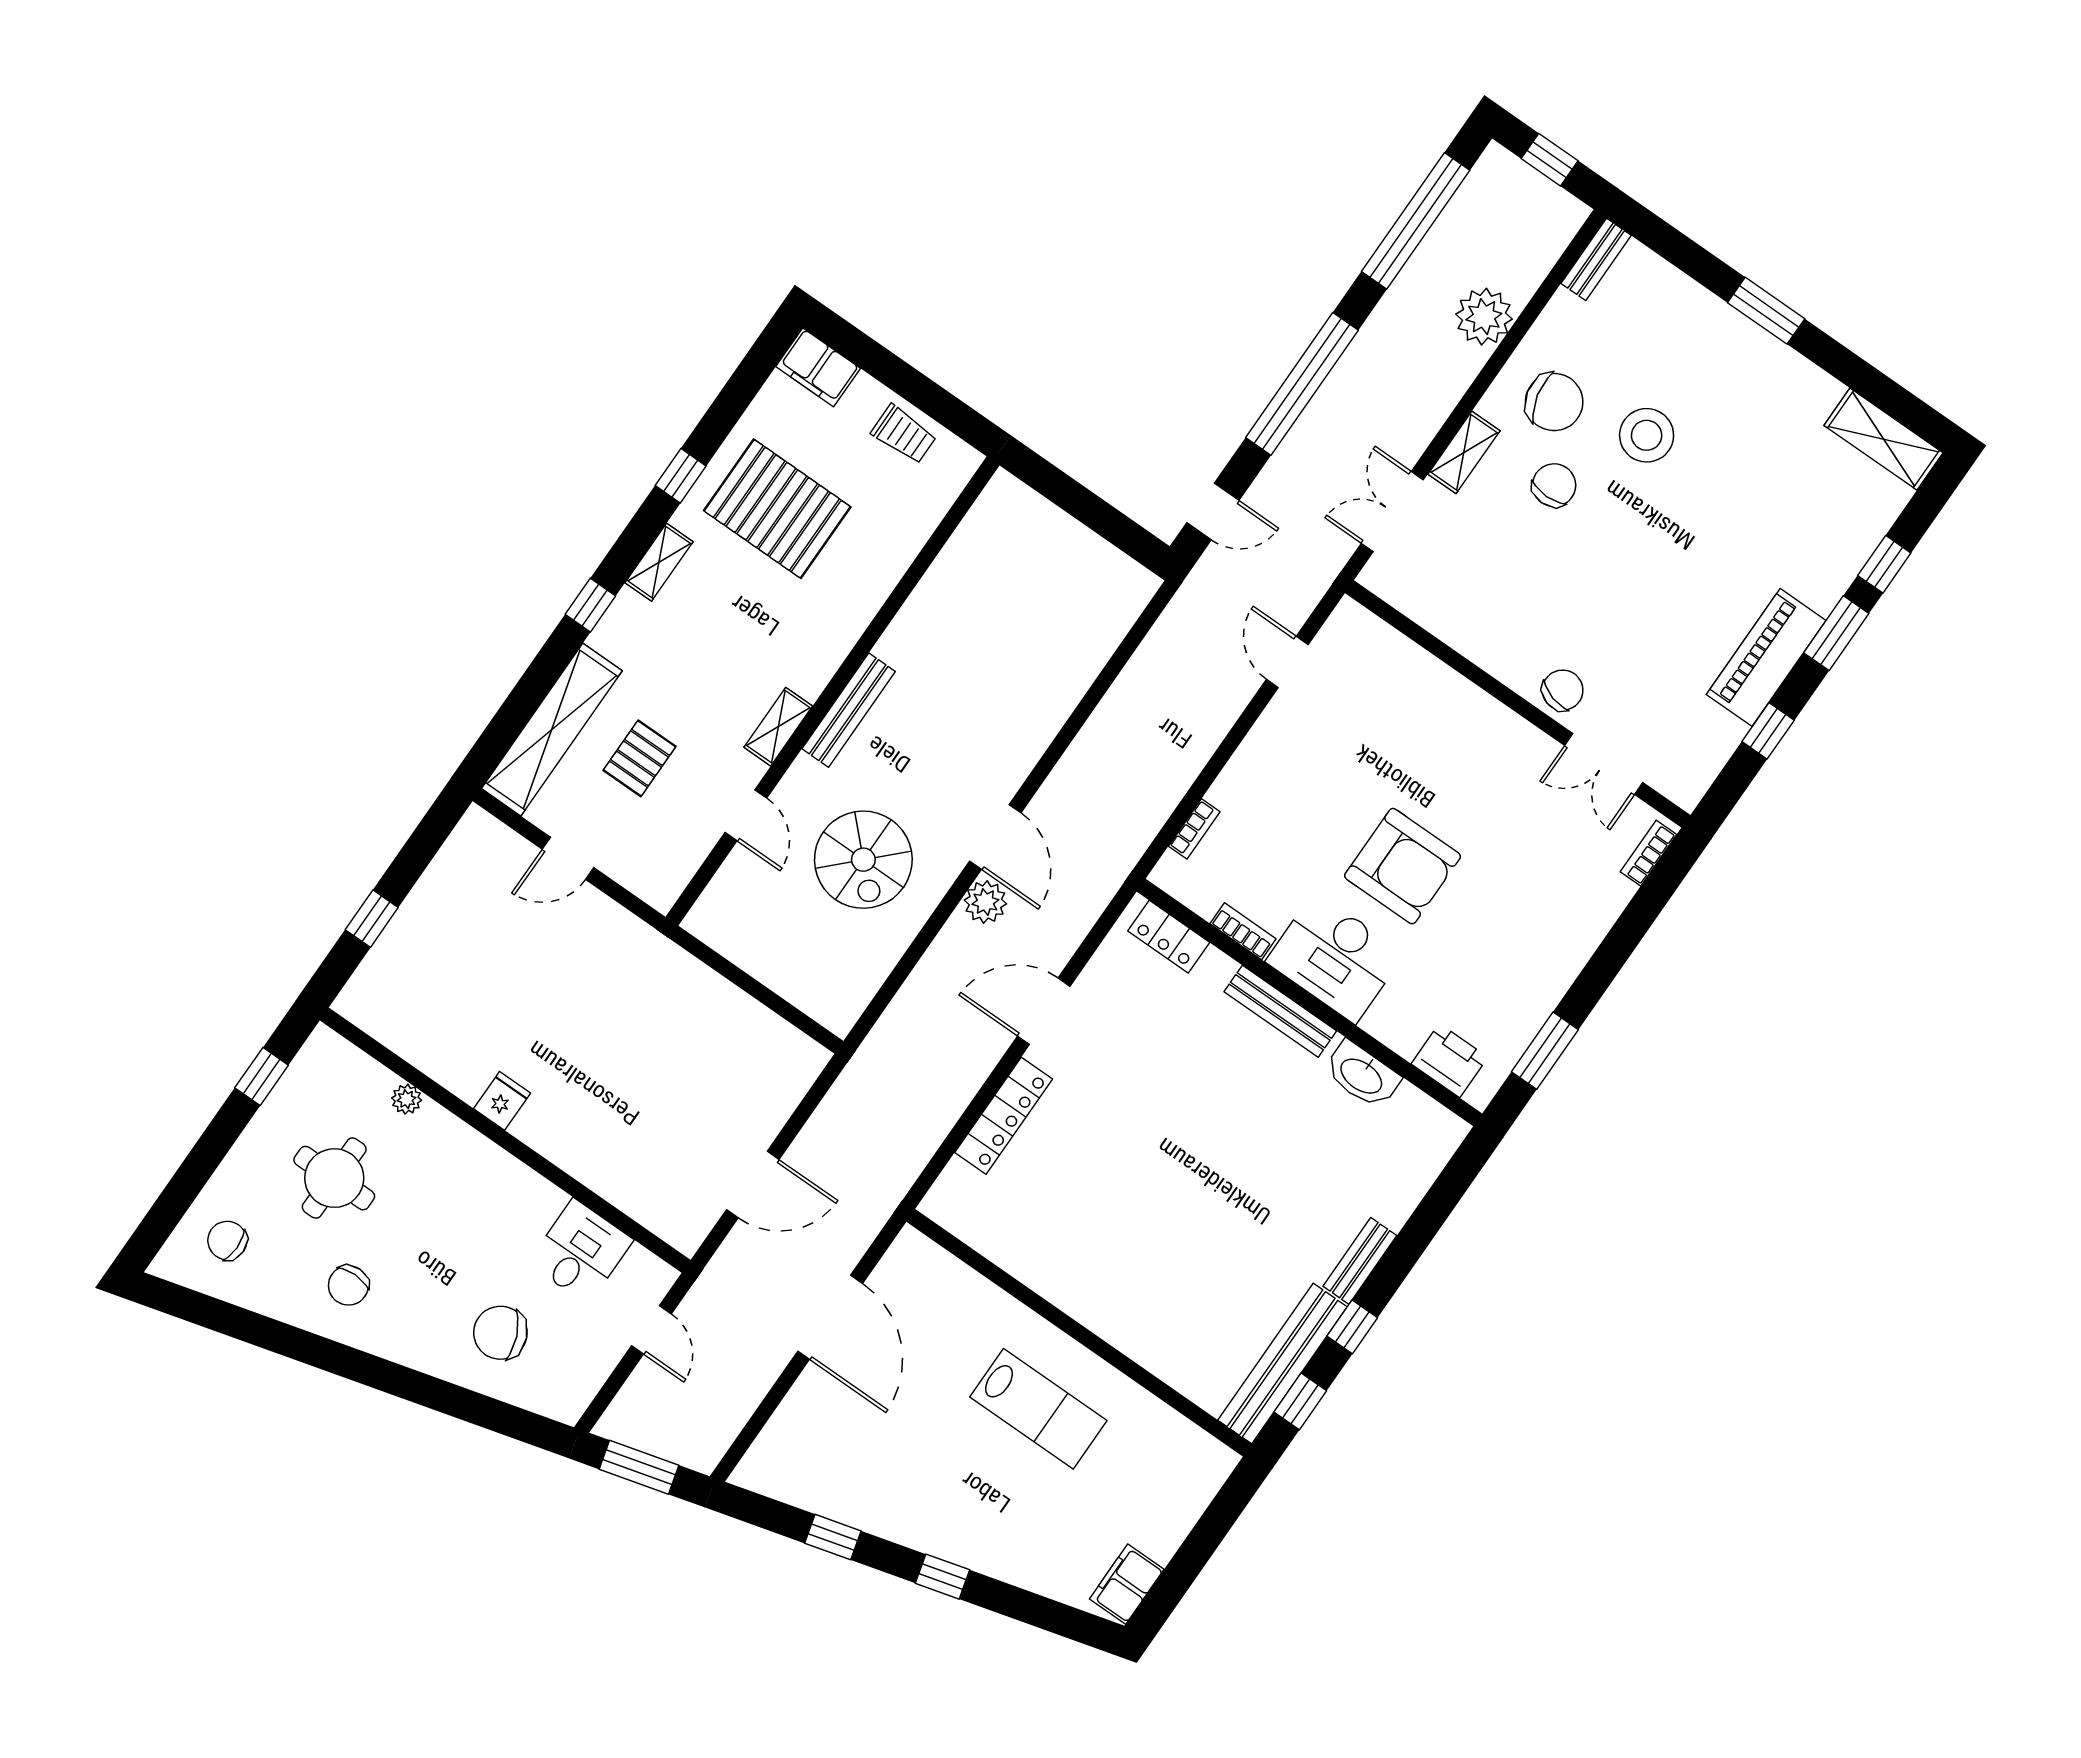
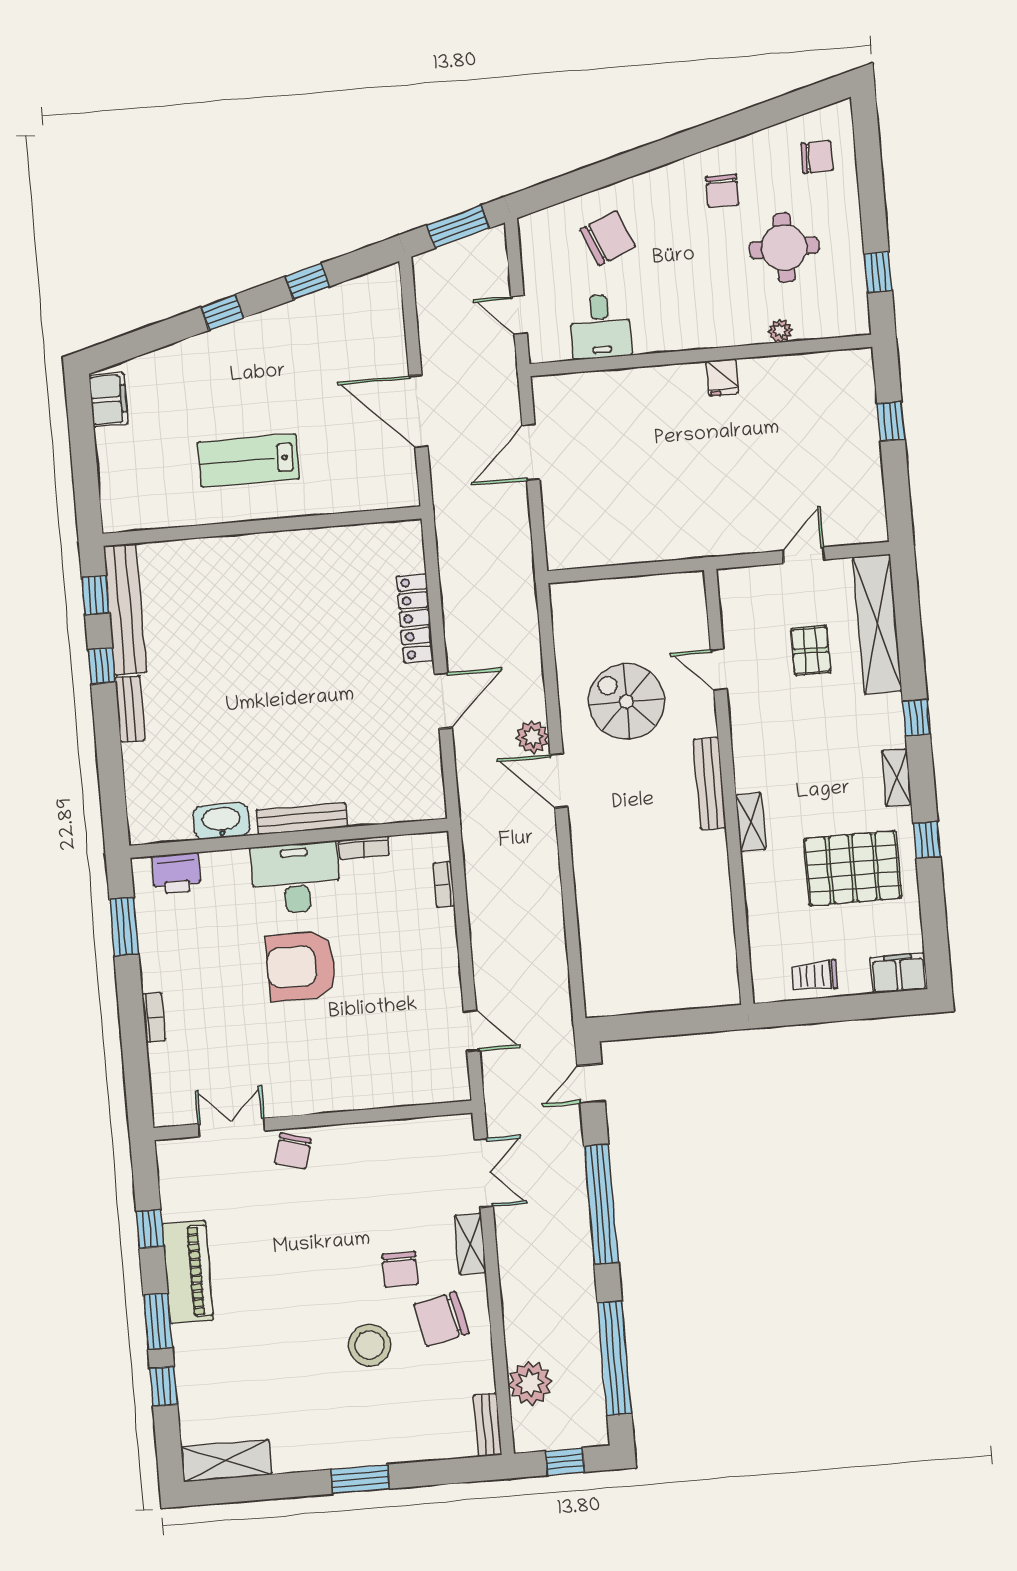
plant: (1484, 317) -> (530, 1383), moved
shelving: (778, 727) -> (751, 822), moved
bookcase: (1648, 853) -> (154, 1017), moved
locker: (1169, 937) -> (406, 808), removed
chair: (348, 1285) -> (722, 191), turned 180

